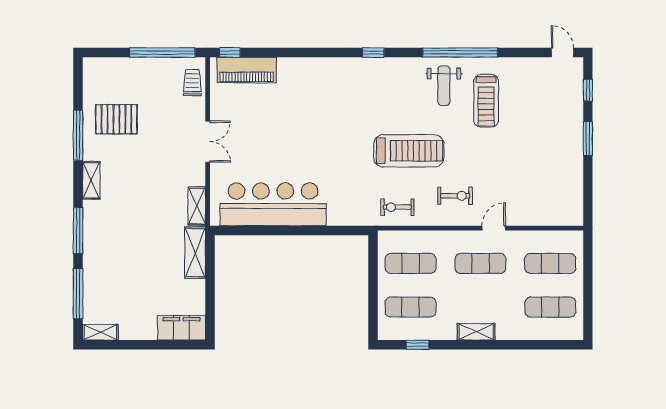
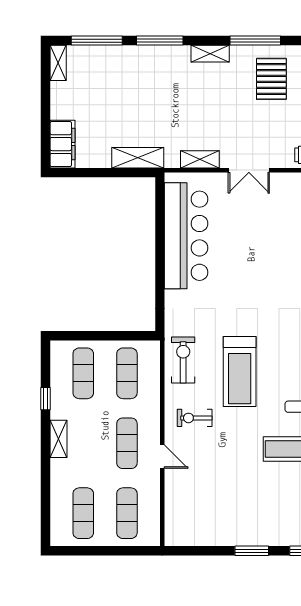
exercise bike: (455, 196) -> (195, 418), turned 90
shelving: (197, 206) -> (200, 159), moved
exercise bike: (397, 207) -> (183, 360), width x1.38, depth x1.39
window: (418, 345) -> (45, 399), moved

